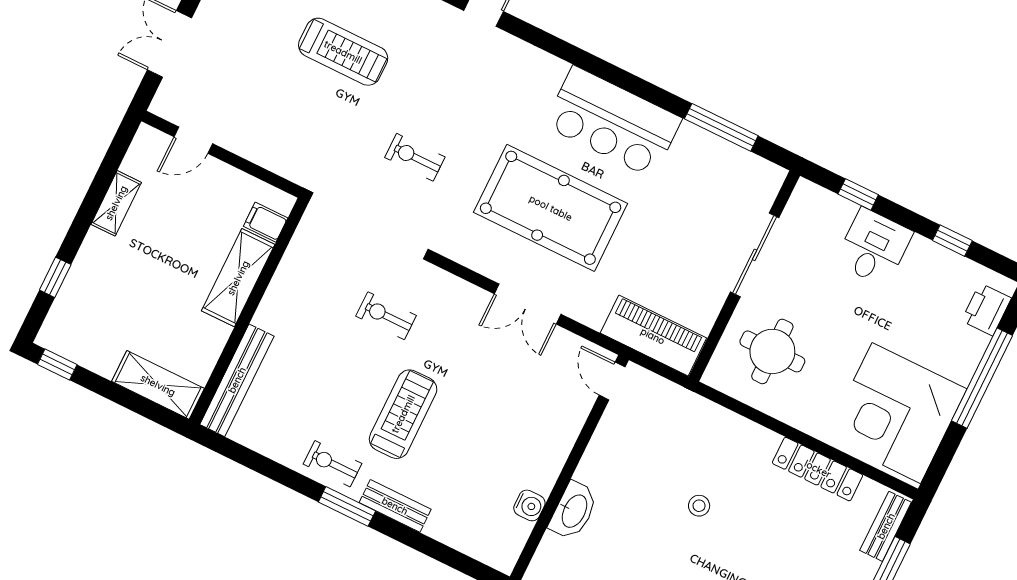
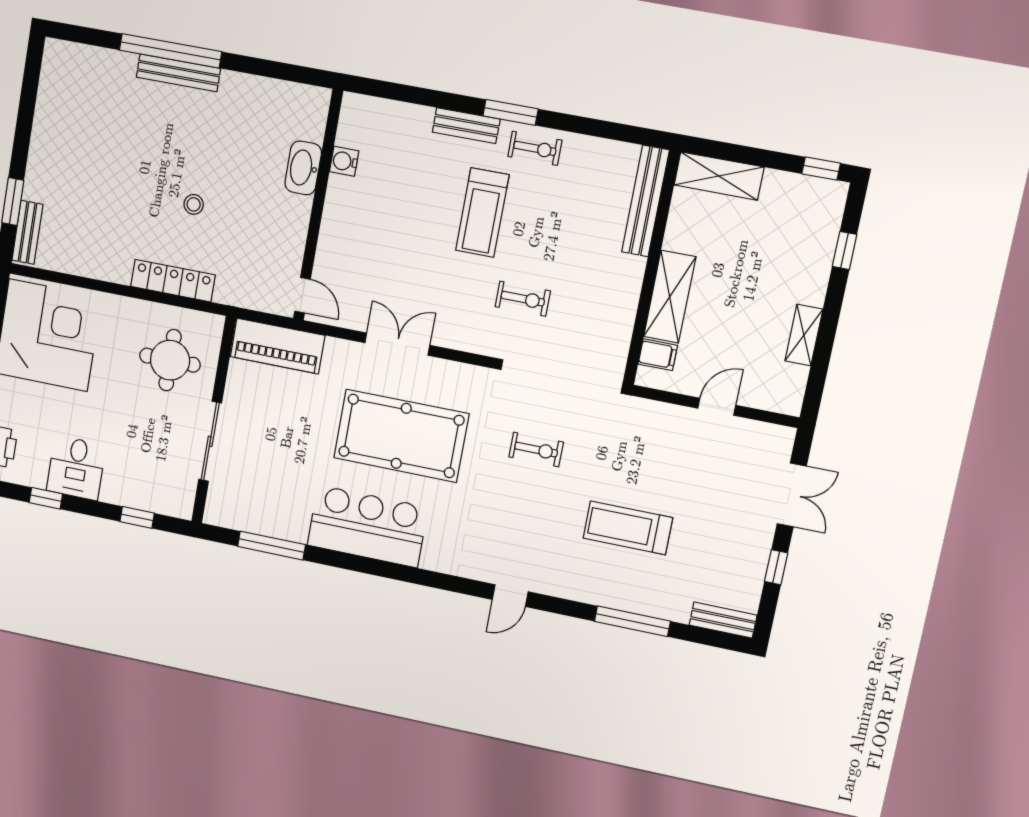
door: (193, 140) -> (717, 407), moved
desk: (874, 247) -> (76, 468), moved
locker: (818, 469) -> (173, 281), moved

